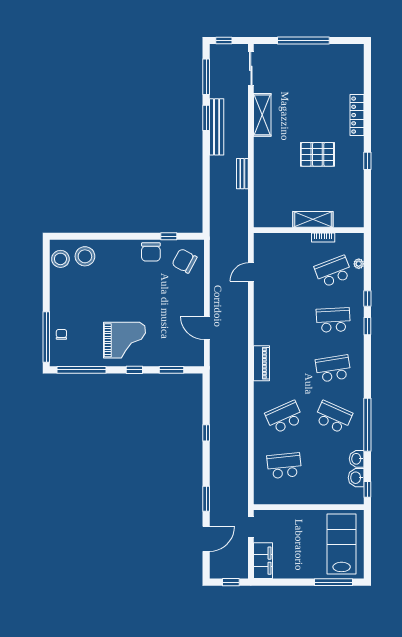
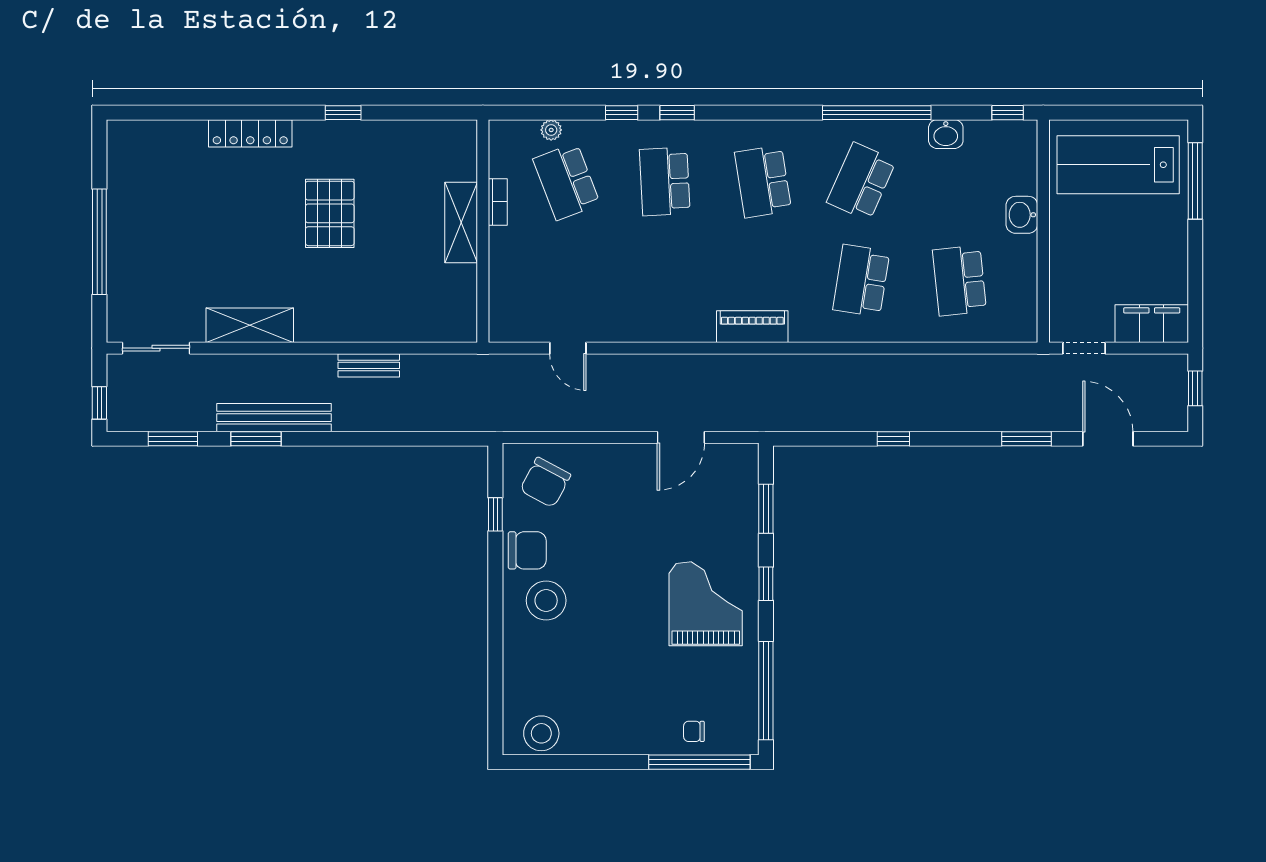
window: (206, 77) -> (173, 439), width x0.69
stool: (85, 256) -> (546, 601), moved
school desk: (284, 417) -> (861, 281), turned 33
washbasin: (356, 478) -> (1022, 215), moved, turned 90

